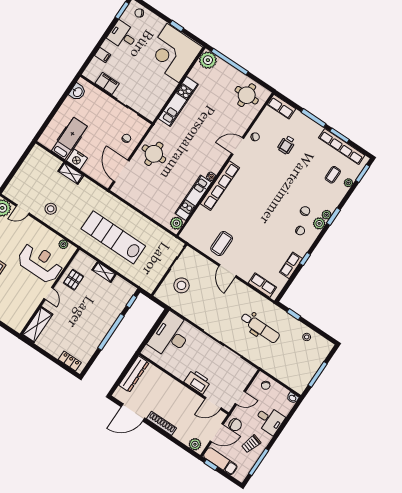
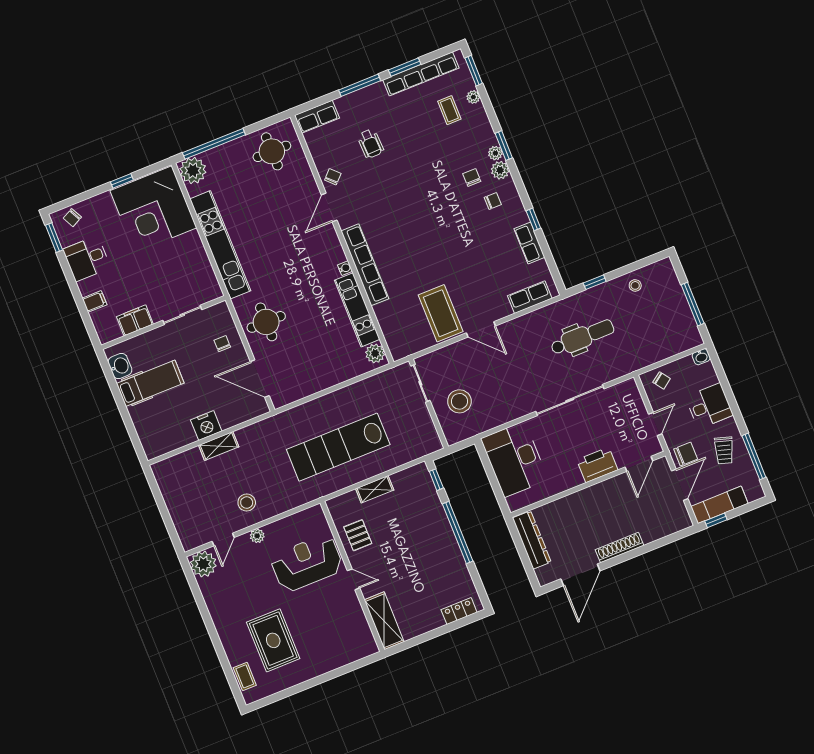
kitchen unit: (178, 101) -> (220, 245), width x1.36
hospital bed: (69, 138) -> (150, 383), moved, turned 90
plant: (63, 244) -> (257, 536), moved
coffee table: (222, 244) -> (441, 313), width x1.36, depth x1.32
plant: (195, 444) -> (675, 523), removed

